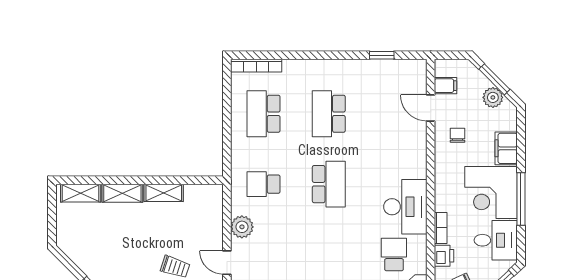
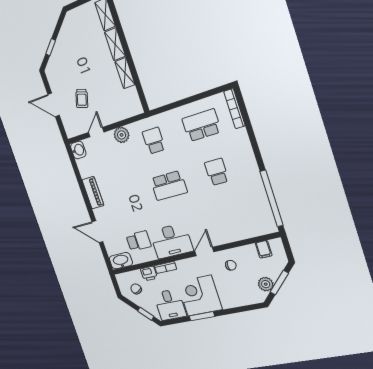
window: (382, 55) -> (272, 198), width x3.17
door: (431, 108) -> (204, 252), moved
school desk: (329, 114) -> (217, 172), width x0.54
filing cabinet: (506, 148) -> (233, 300), removed
window: (521, 199) -> (202, 316), width x0.69

